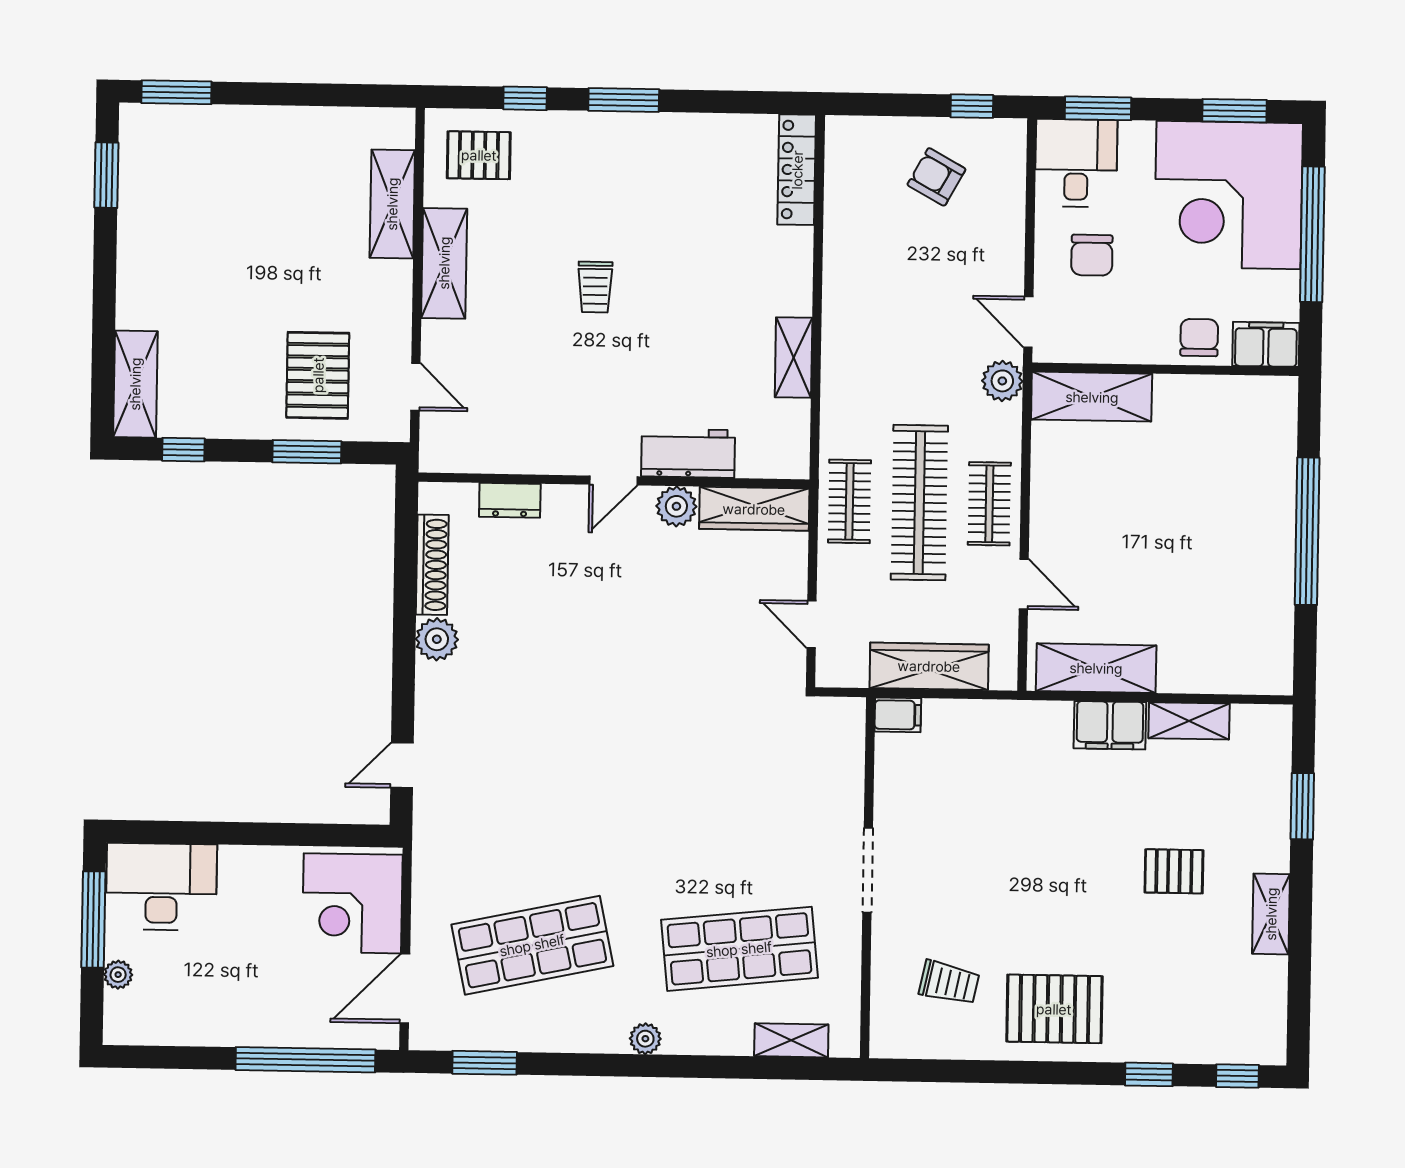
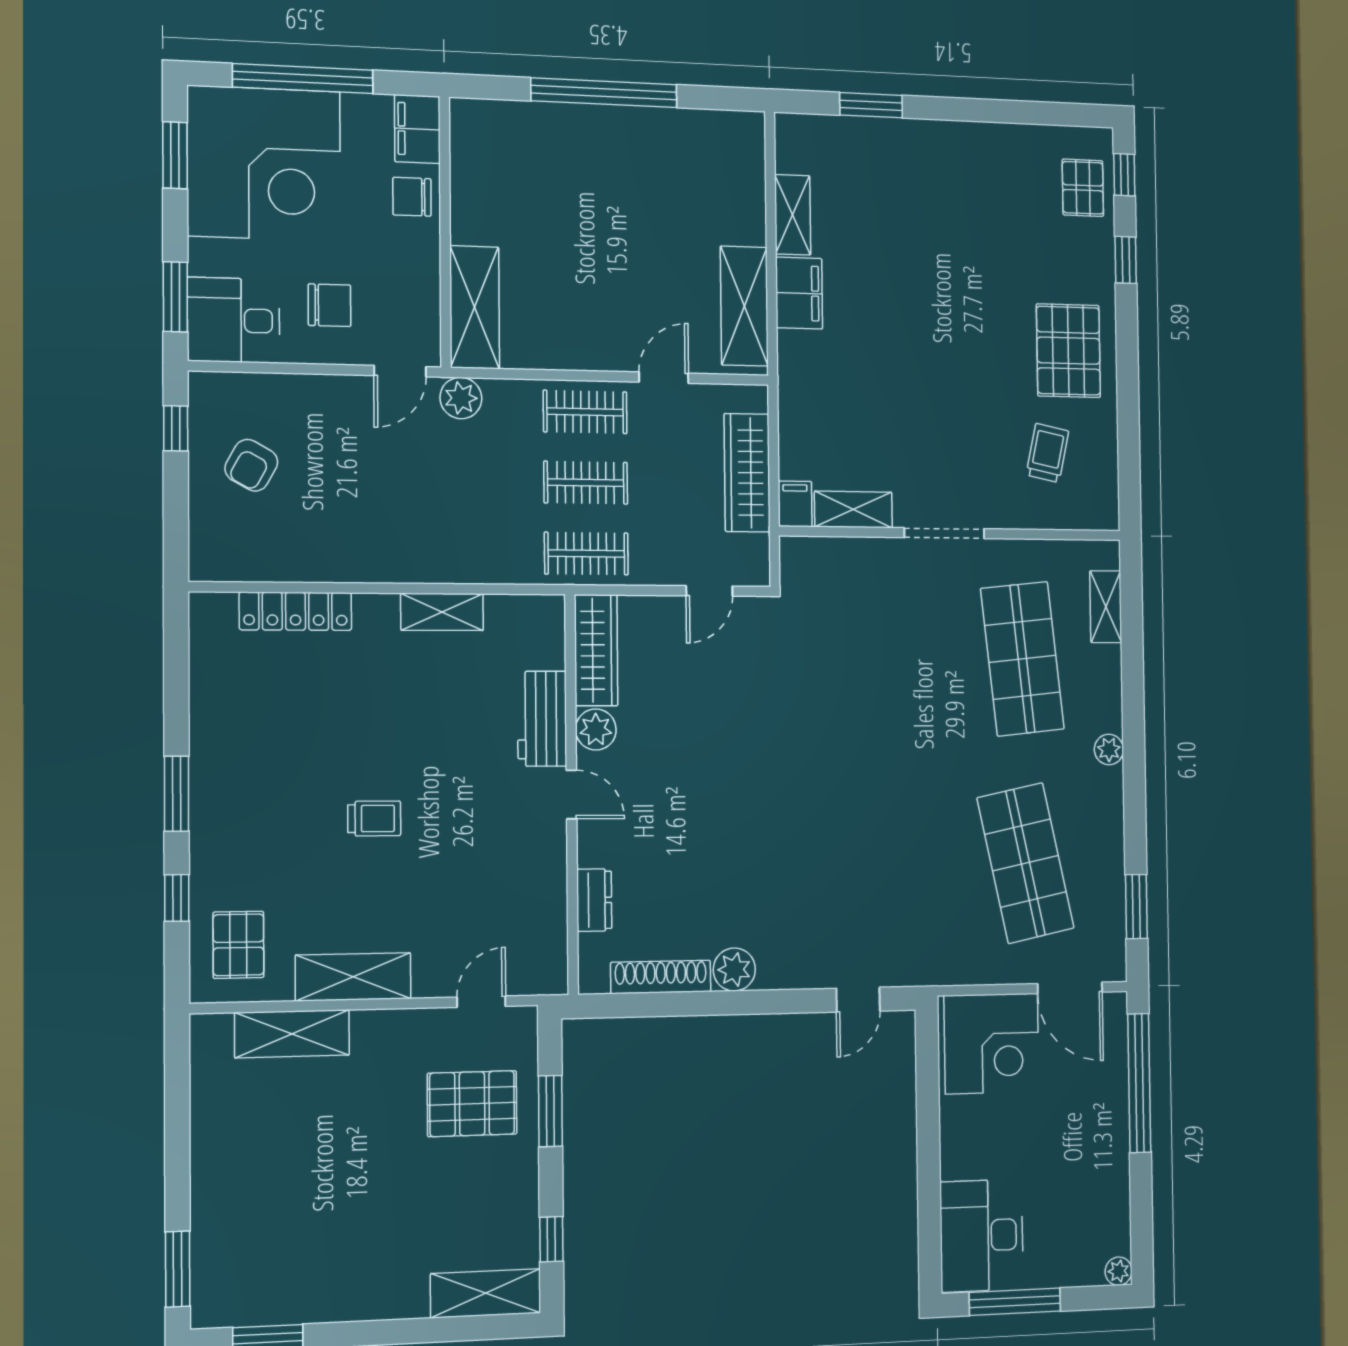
locker: (797, 170) -> (295, 611), moved
clothes rail: (919, 503) -> (586, 483), width x0.54, depth x0.76
door: (402, 765) -> (858, 1000), hinge flipped
pallet: (1174, 871) -> (1083, 188), moved
shelving: (1271, 914) -> (853, 510), moved
plant: (118, 975) -> (1119, 1271), moved

